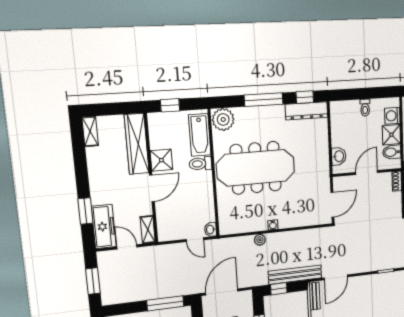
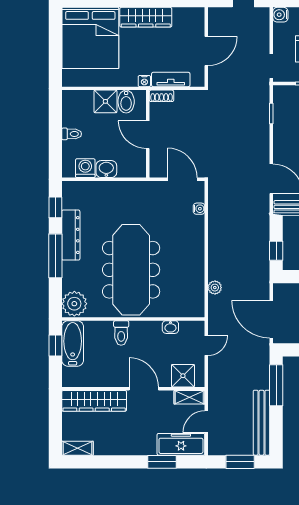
window: (170, 105) -> (55, 345), moved
dresser: (306, 111) -> (71, 235), moved
washing machine: (392, 116) -> (85, 168), moved, turned 180
bathtub: (200, 135) -> (73, 343), moved, turned -90
washbasin: (339, 156) -> (106, 169), moved
shower: (161, 160) -> (183, 376), moved
water cooler: (273, 225) -> (199, 209), moved
washbasin: (211, 230) -> (170, 327), moved
plant: (260, 240) -> (215, 288), moved
bench: (295, 275) -> (262, 423), moved

